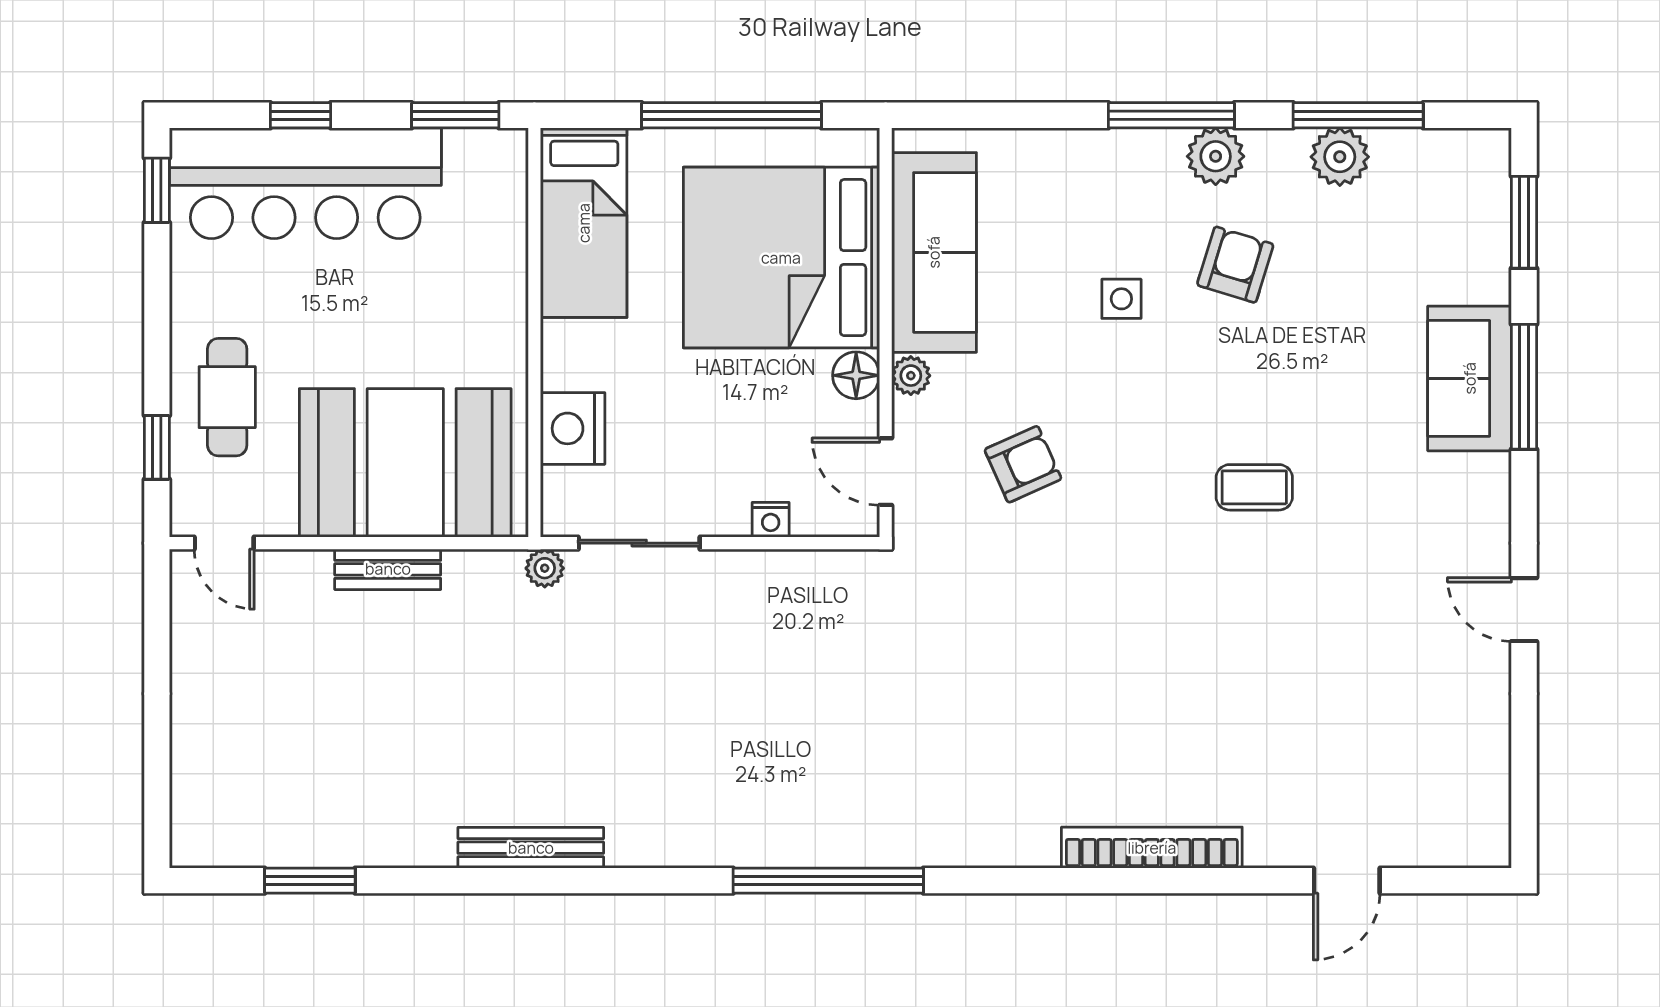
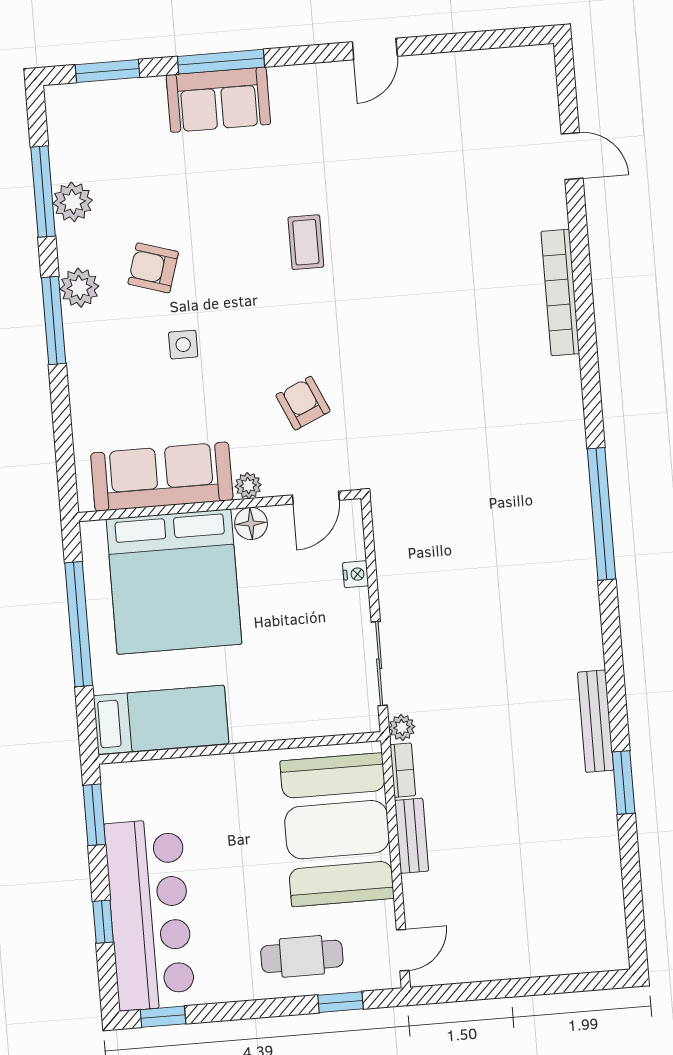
nightstand: (573, 428) -> (304, 716), removed
bookcase: (483, 564) -> (403, 770), added
window: (310, 881) -> (624, 782), moved

